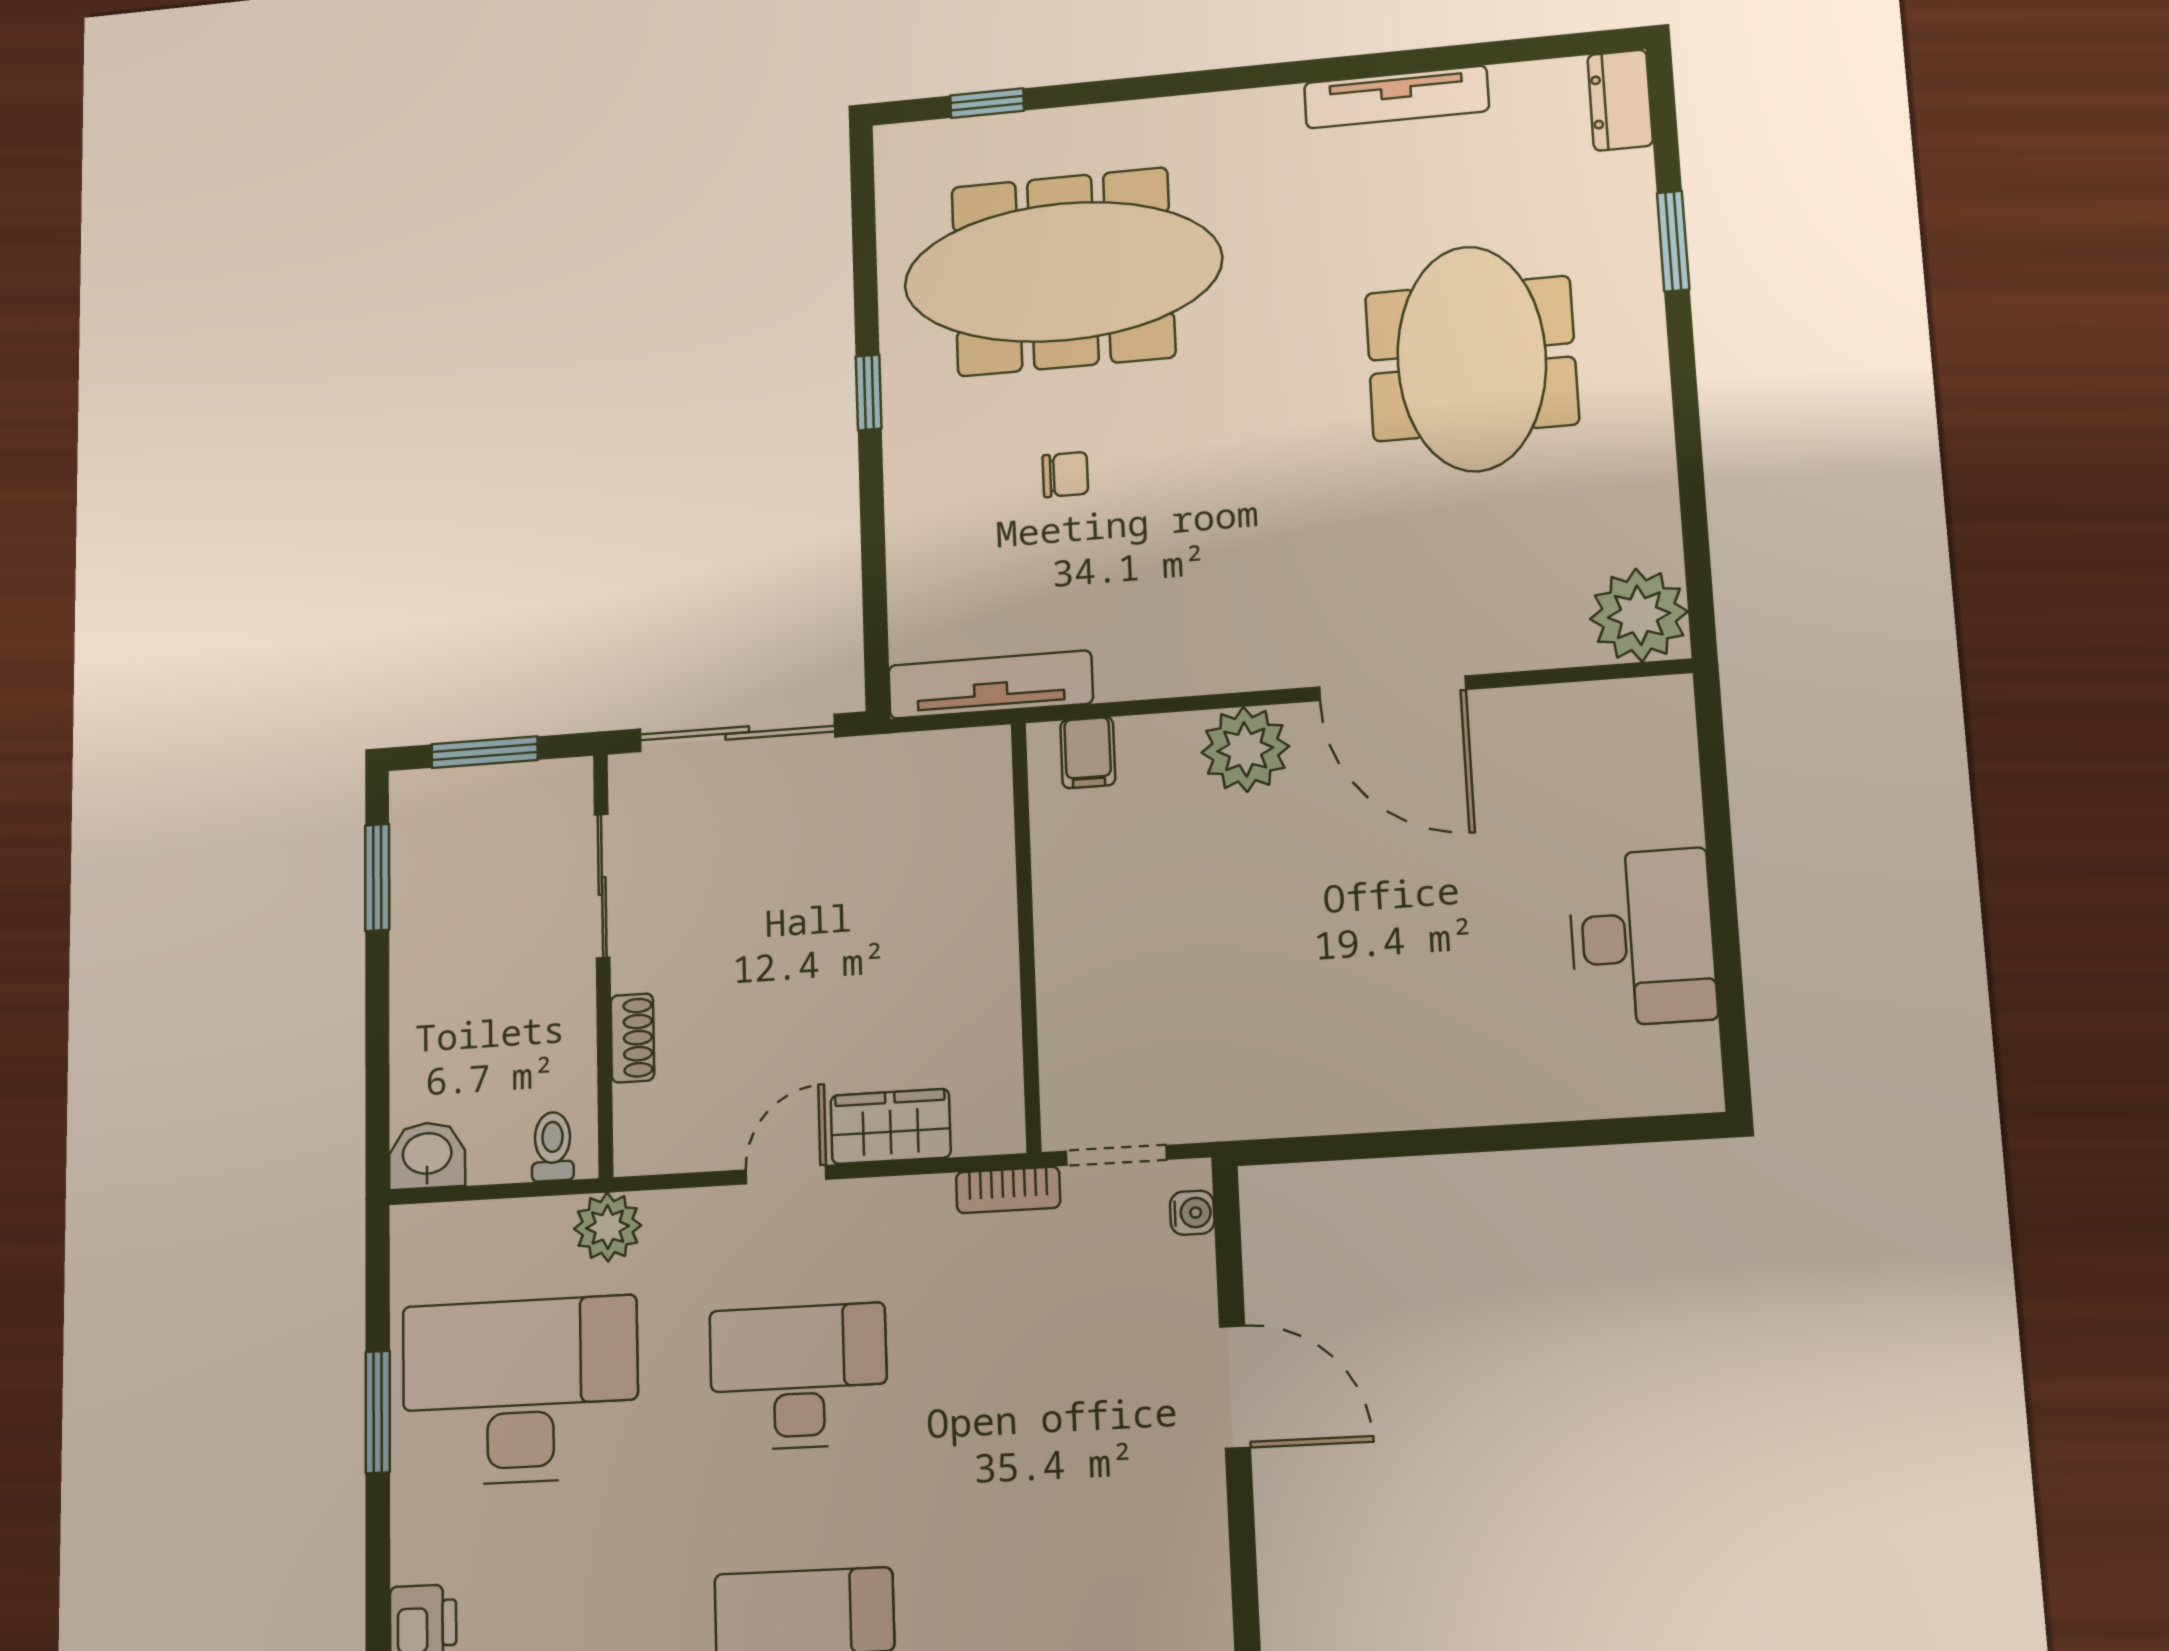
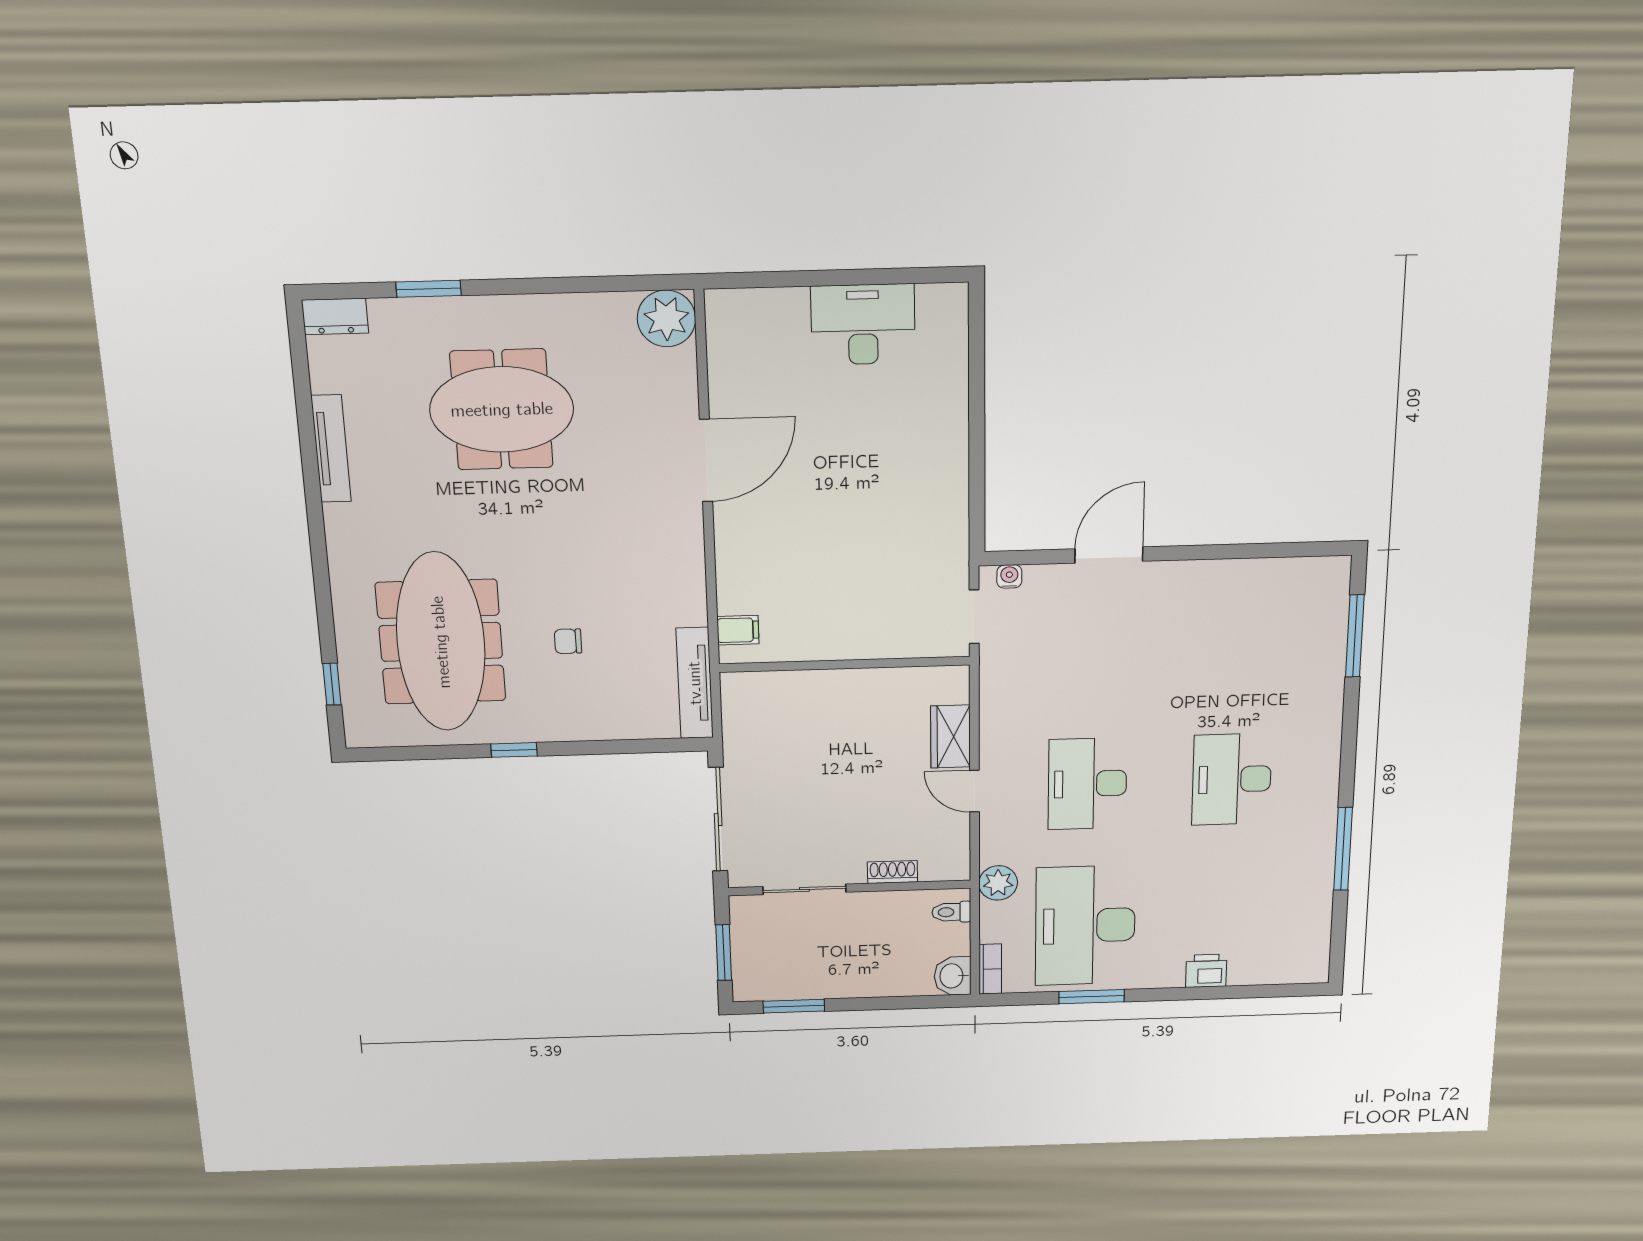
chair: (1065, 475) -> (568, 641), turned -90
plant: (1245, 749) -> (740, 543), removed
bookcase: (1008, 1190) -> (990, 969), moved

